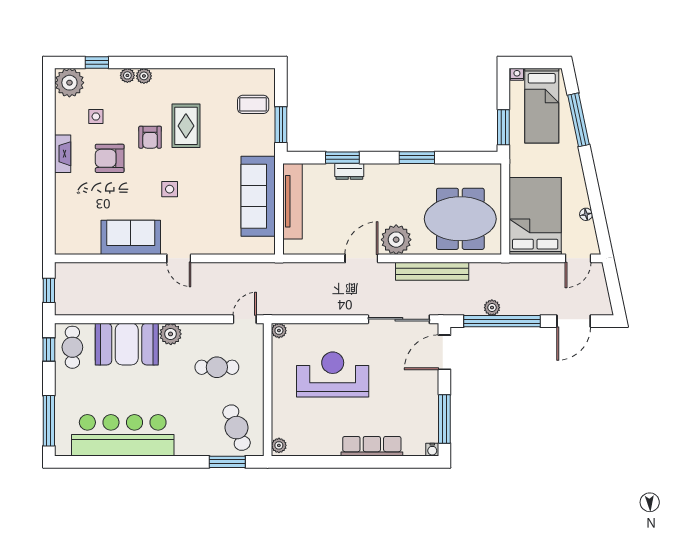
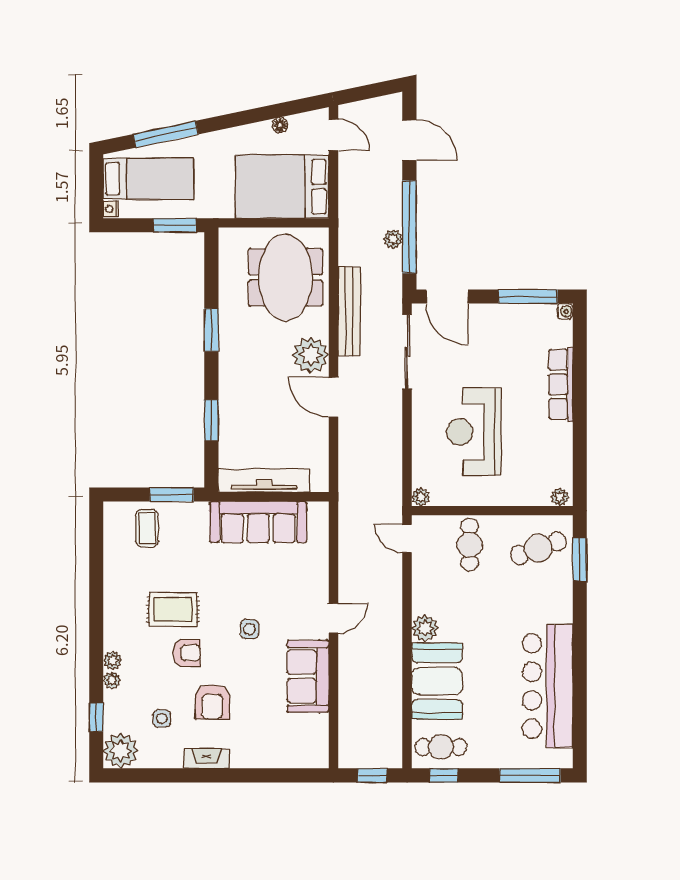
dresser: (349, 171) -> (228, 412), removed
cafe table: (217, 367) -> (470, 545), moved

